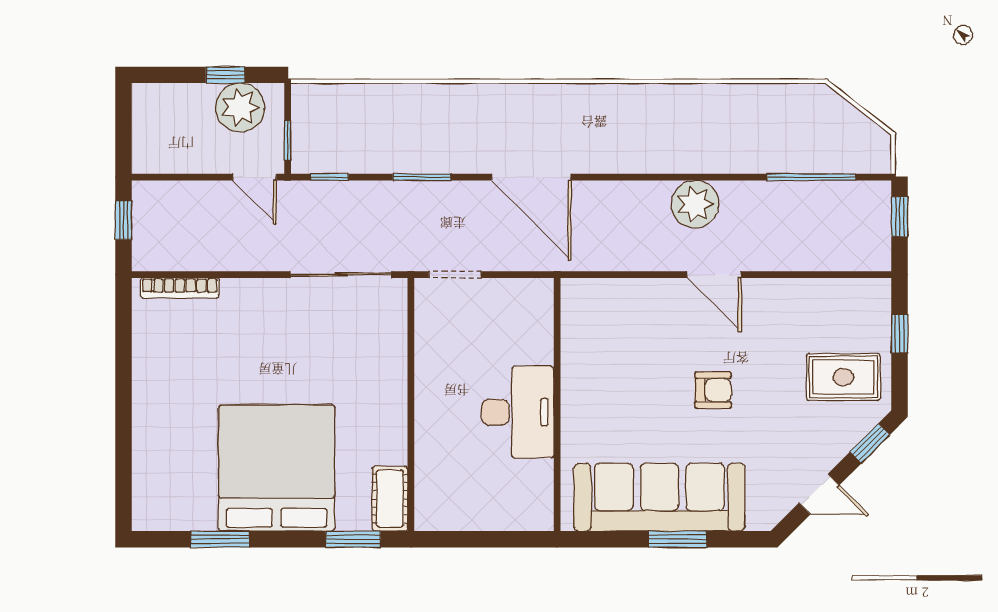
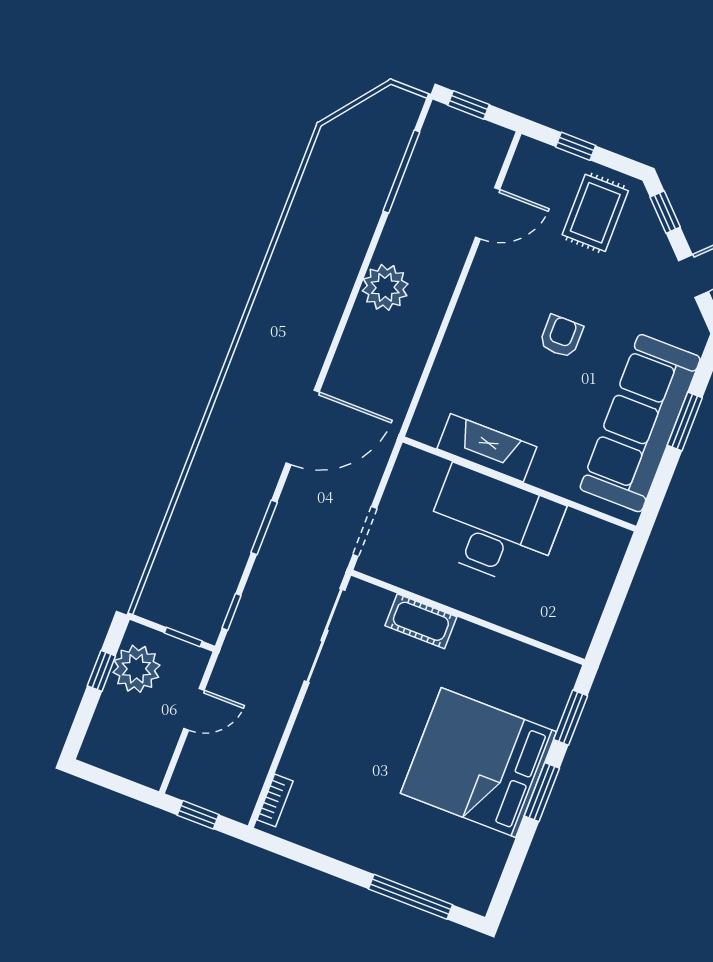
door: (255, 177) -> (194, 709), moved
door: (714, 275) -> (488, 213), moved
bookcase: (180, 288) -> (275, 800), width x0.64
fireplace: (580, 360) -> (487, 448), added
desk: (518, 412) -> (493, 527), width x1.36, depth x1.30
window: (124, 453) -> (411, 897), added
cot: (390, 499) -> (421, 621), moved
window: (220, 539) -> (542, 792), moved

